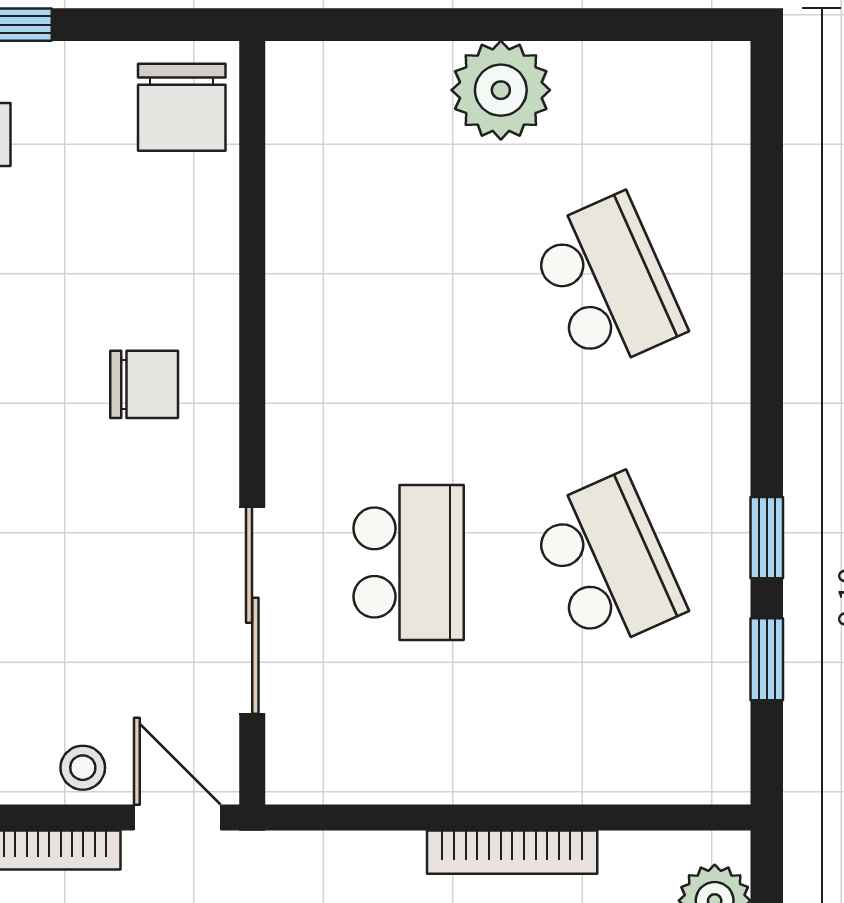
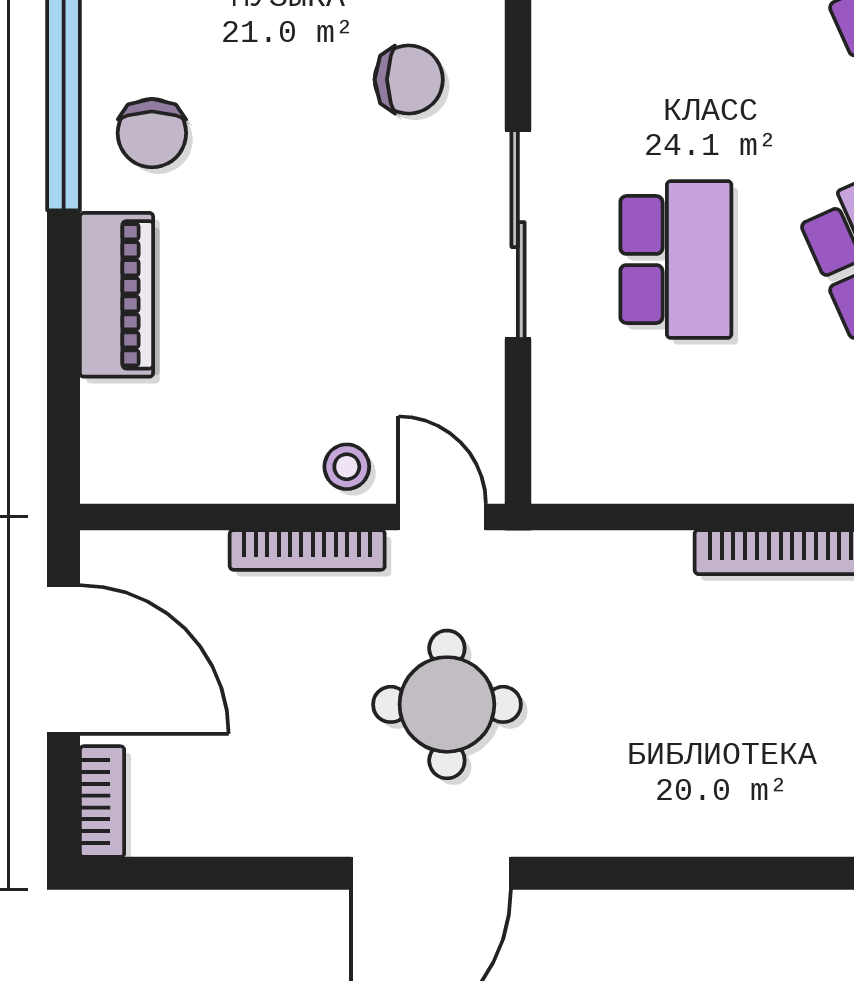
sliding door: (252, 610) -> (518, 235), moved

